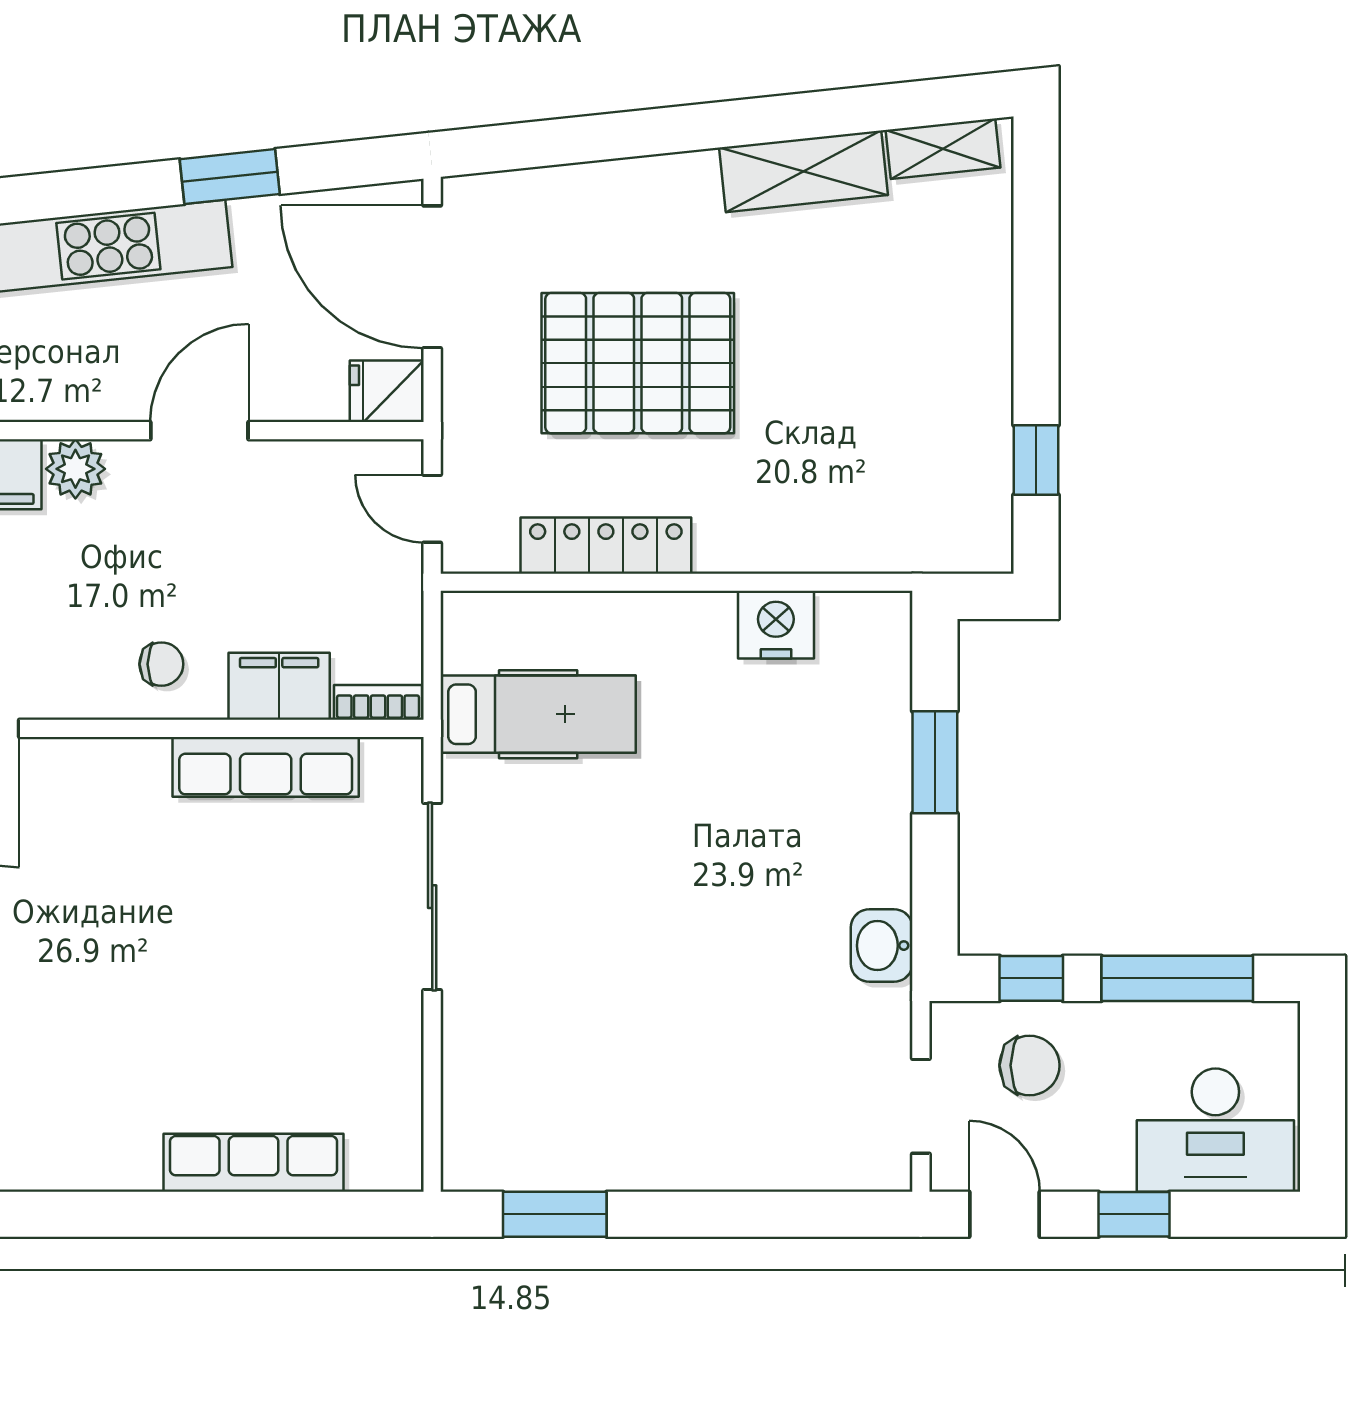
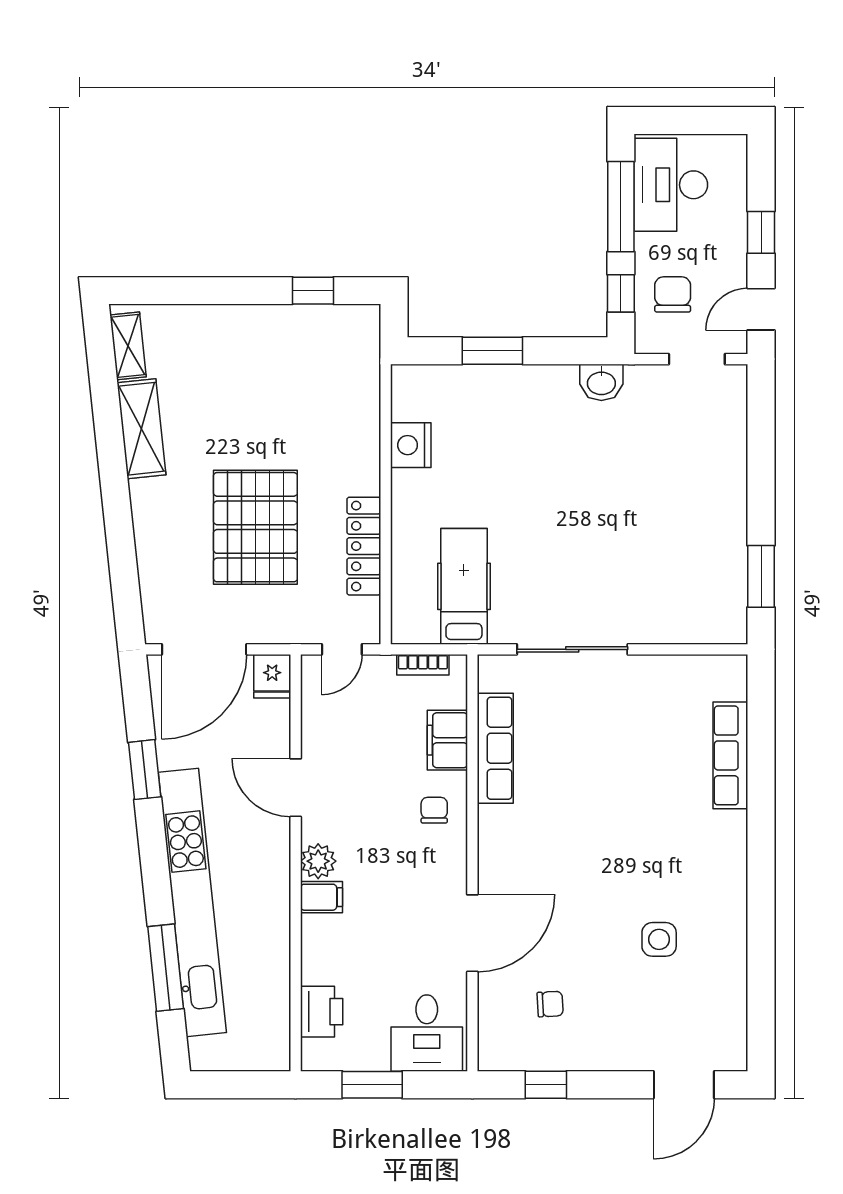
bookcase: (378, 702) -> (423, 665), moved, turned -90
desk: (1215, 1130) -> (671, 185), moved, turned 180

